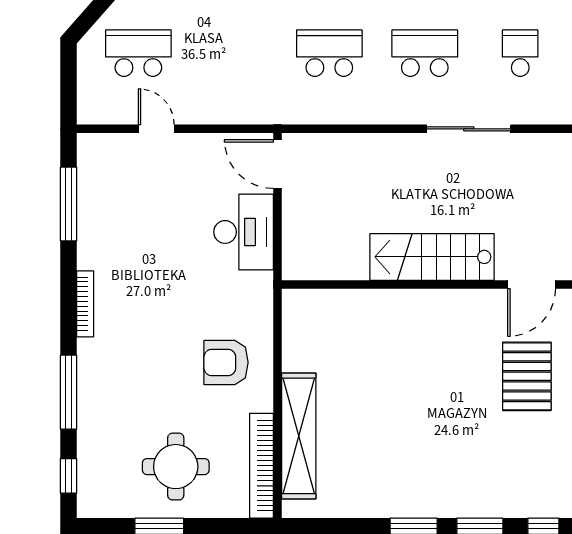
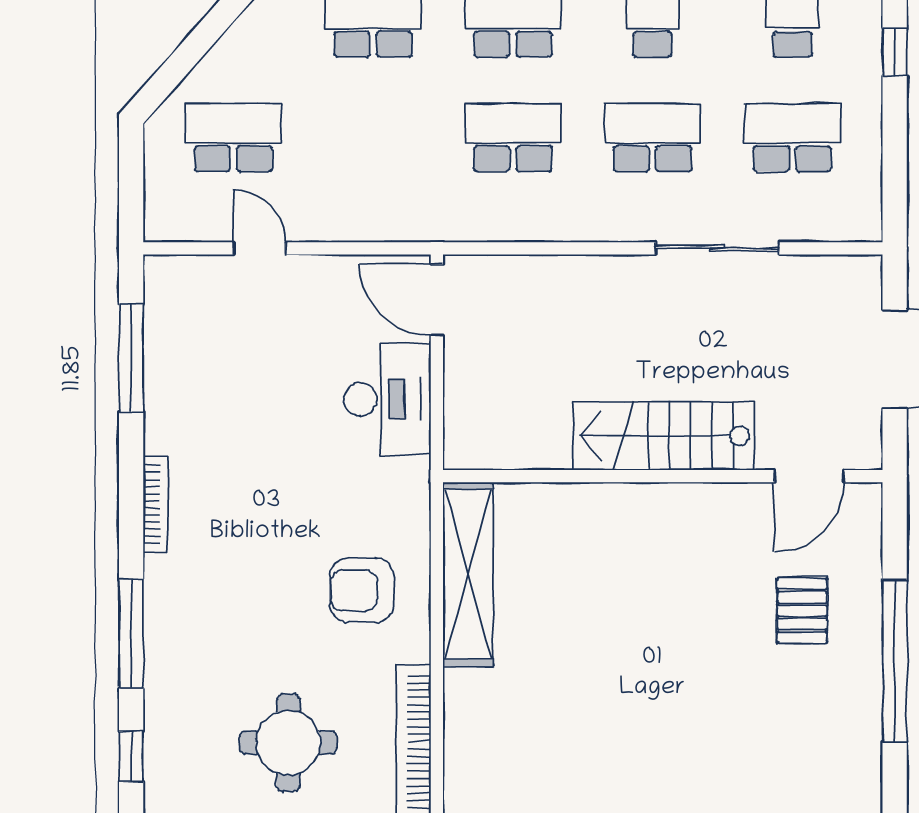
school desk: (520, 53) -> (792, 138), width x1.85
pallet: (527, 376) -> (802, 611), width x0.67, depth x0.71
shelving: (299, 436) -> (468, 574), moved

